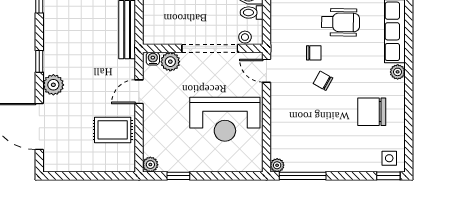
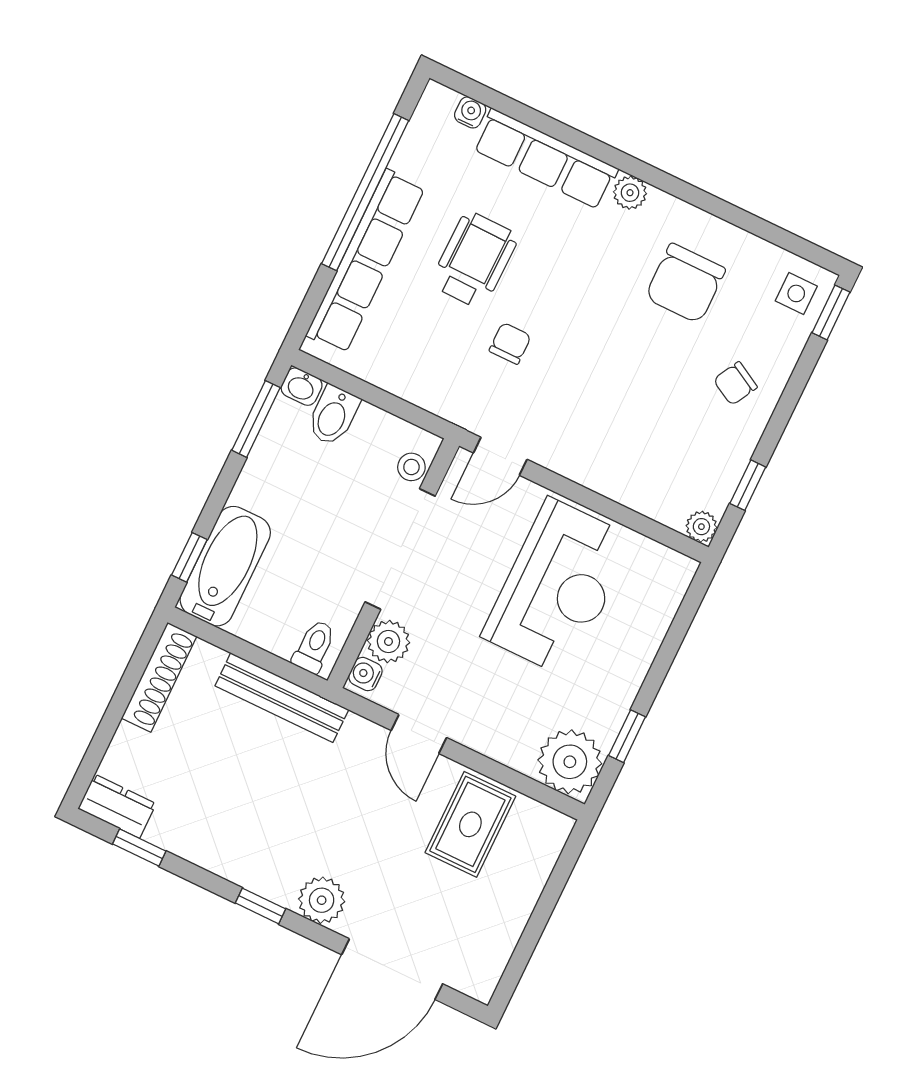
toilet: (252, 13) -> (314, 647), moved, turned 180
chair: (323, 81) -> (735, 383), moved
plant: (150, 165) -> (570, 762), width x1.88, depth x1.88
window: (303, 176) -> (748, 485), width x0.46

